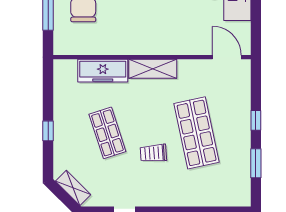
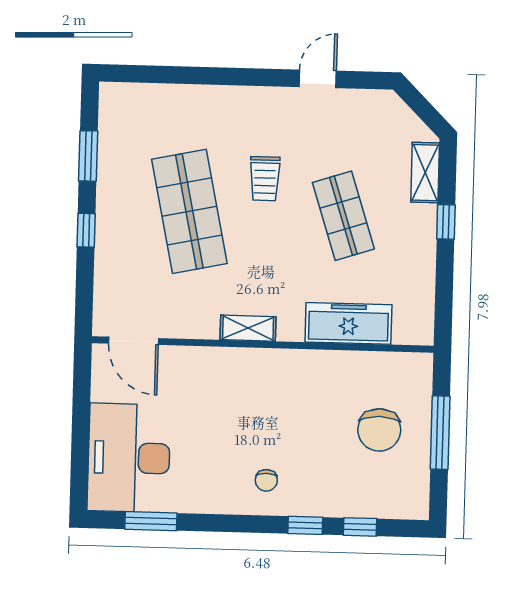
shelving: (153, 69) -> (248, 328), width x0.67, depth x0.75
trolley: (153, 153) -> (265, 179), turned 94
shelving: (73, 188) -> (425, 173), moved, turned 45

